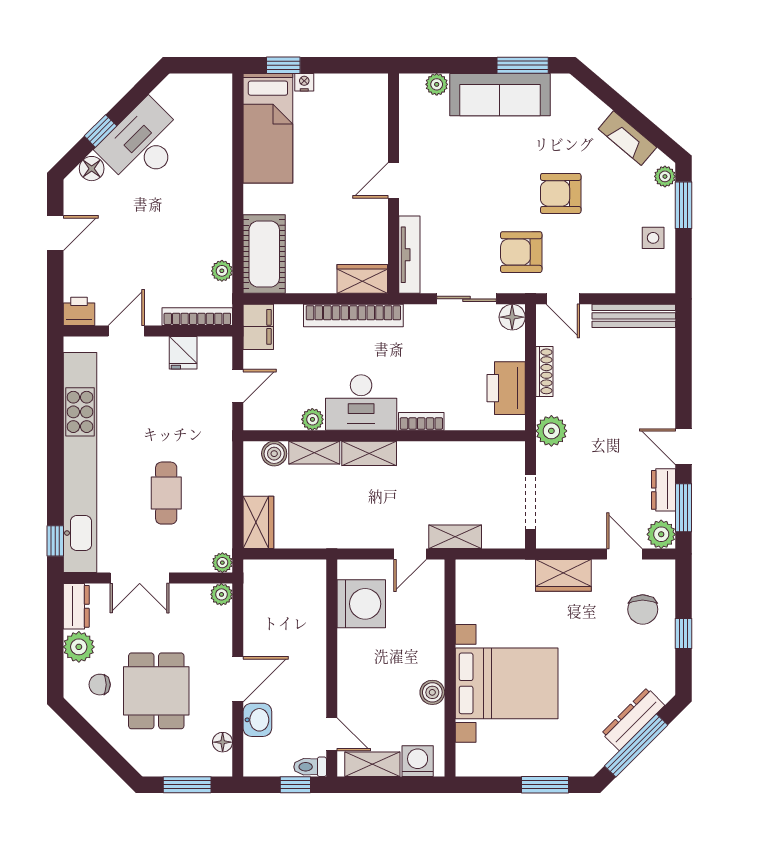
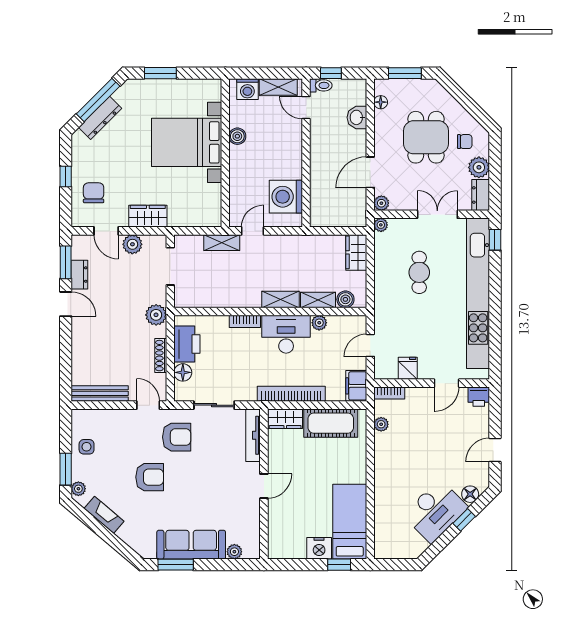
nightstand: (304, 82) -> (319, 548), width x1.89, depth x1.79
cot: (264, 254) -> (331, 423), moved, turned 90
bookcase: (197, 317) -> (389, 393), width x0.64
floor lamp: (512, 317) -> (183, 372), moved
plant: (661, 534) -> (132, 244), moved
door: (238, 679) -> (370, 172), moved

